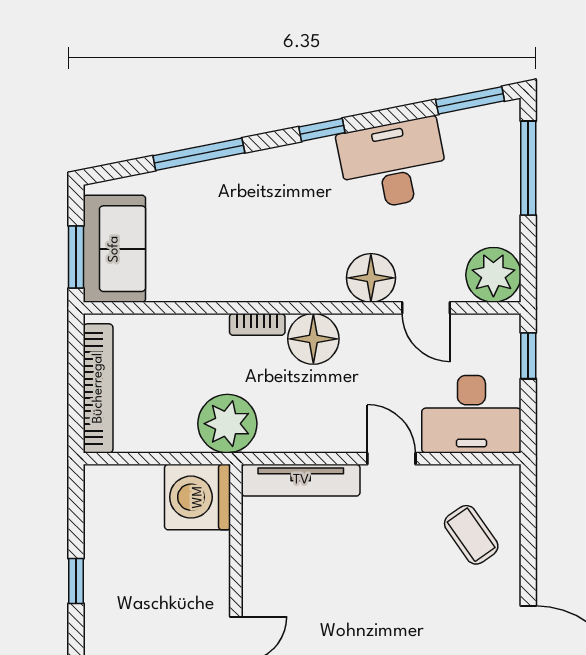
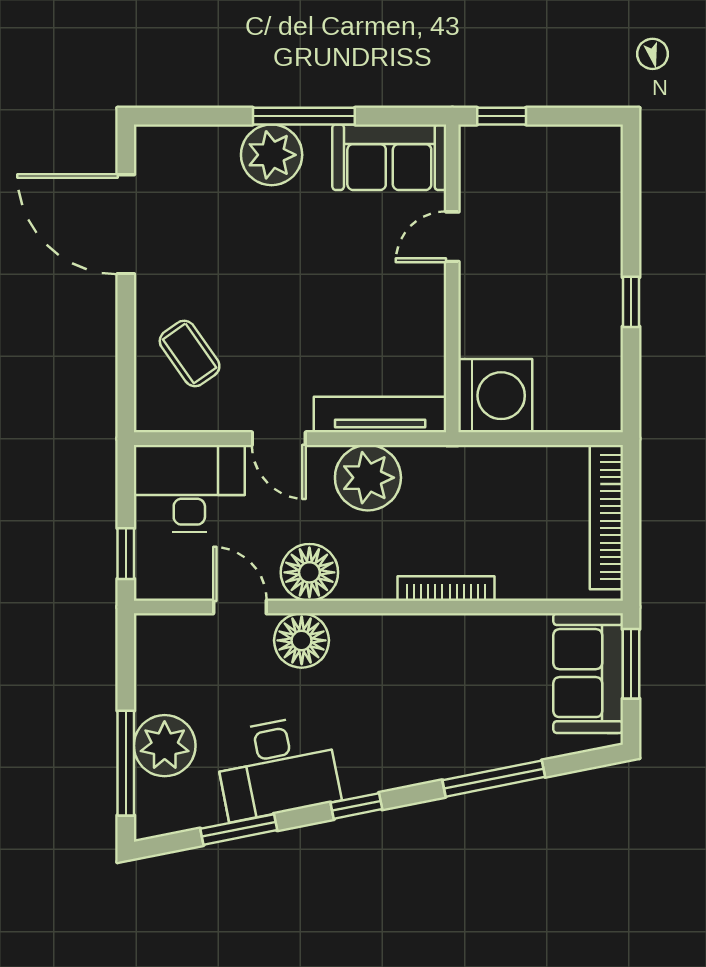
window: (470, 100) -> (239, 829), moved
plant: (493, 275) -> (165, 746), moved
bookcase: (257, 324) -> (446, 588), width x1.56
floor lamp: (313, 339) -> (309, 572), moved
plant: (227, 424) -> (368, 478), moved

